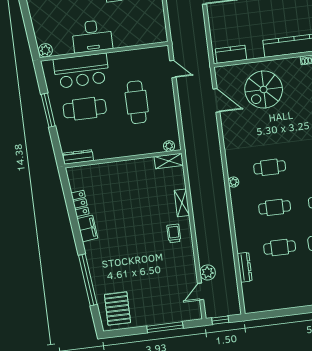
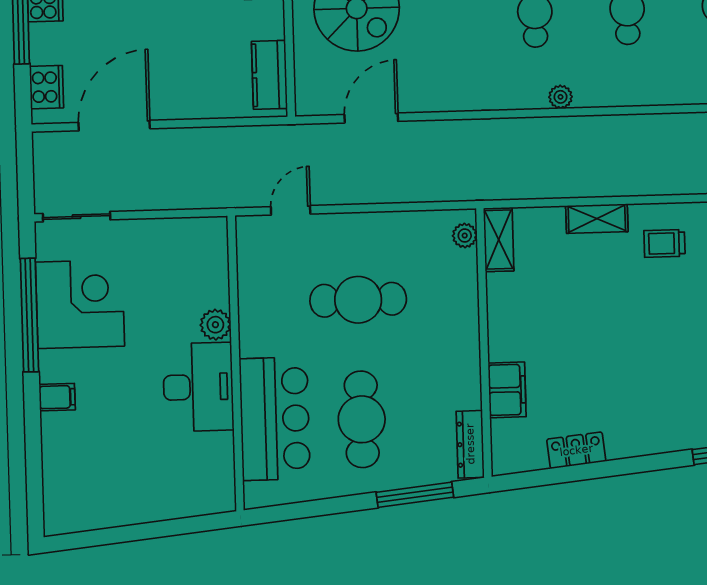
plant: (45, 50) -> (215, 325), moved
window: (48, 110) -> (415, 495), moved
filing cabinet: (87, 228) -> (507, 390), moved, turned 96

